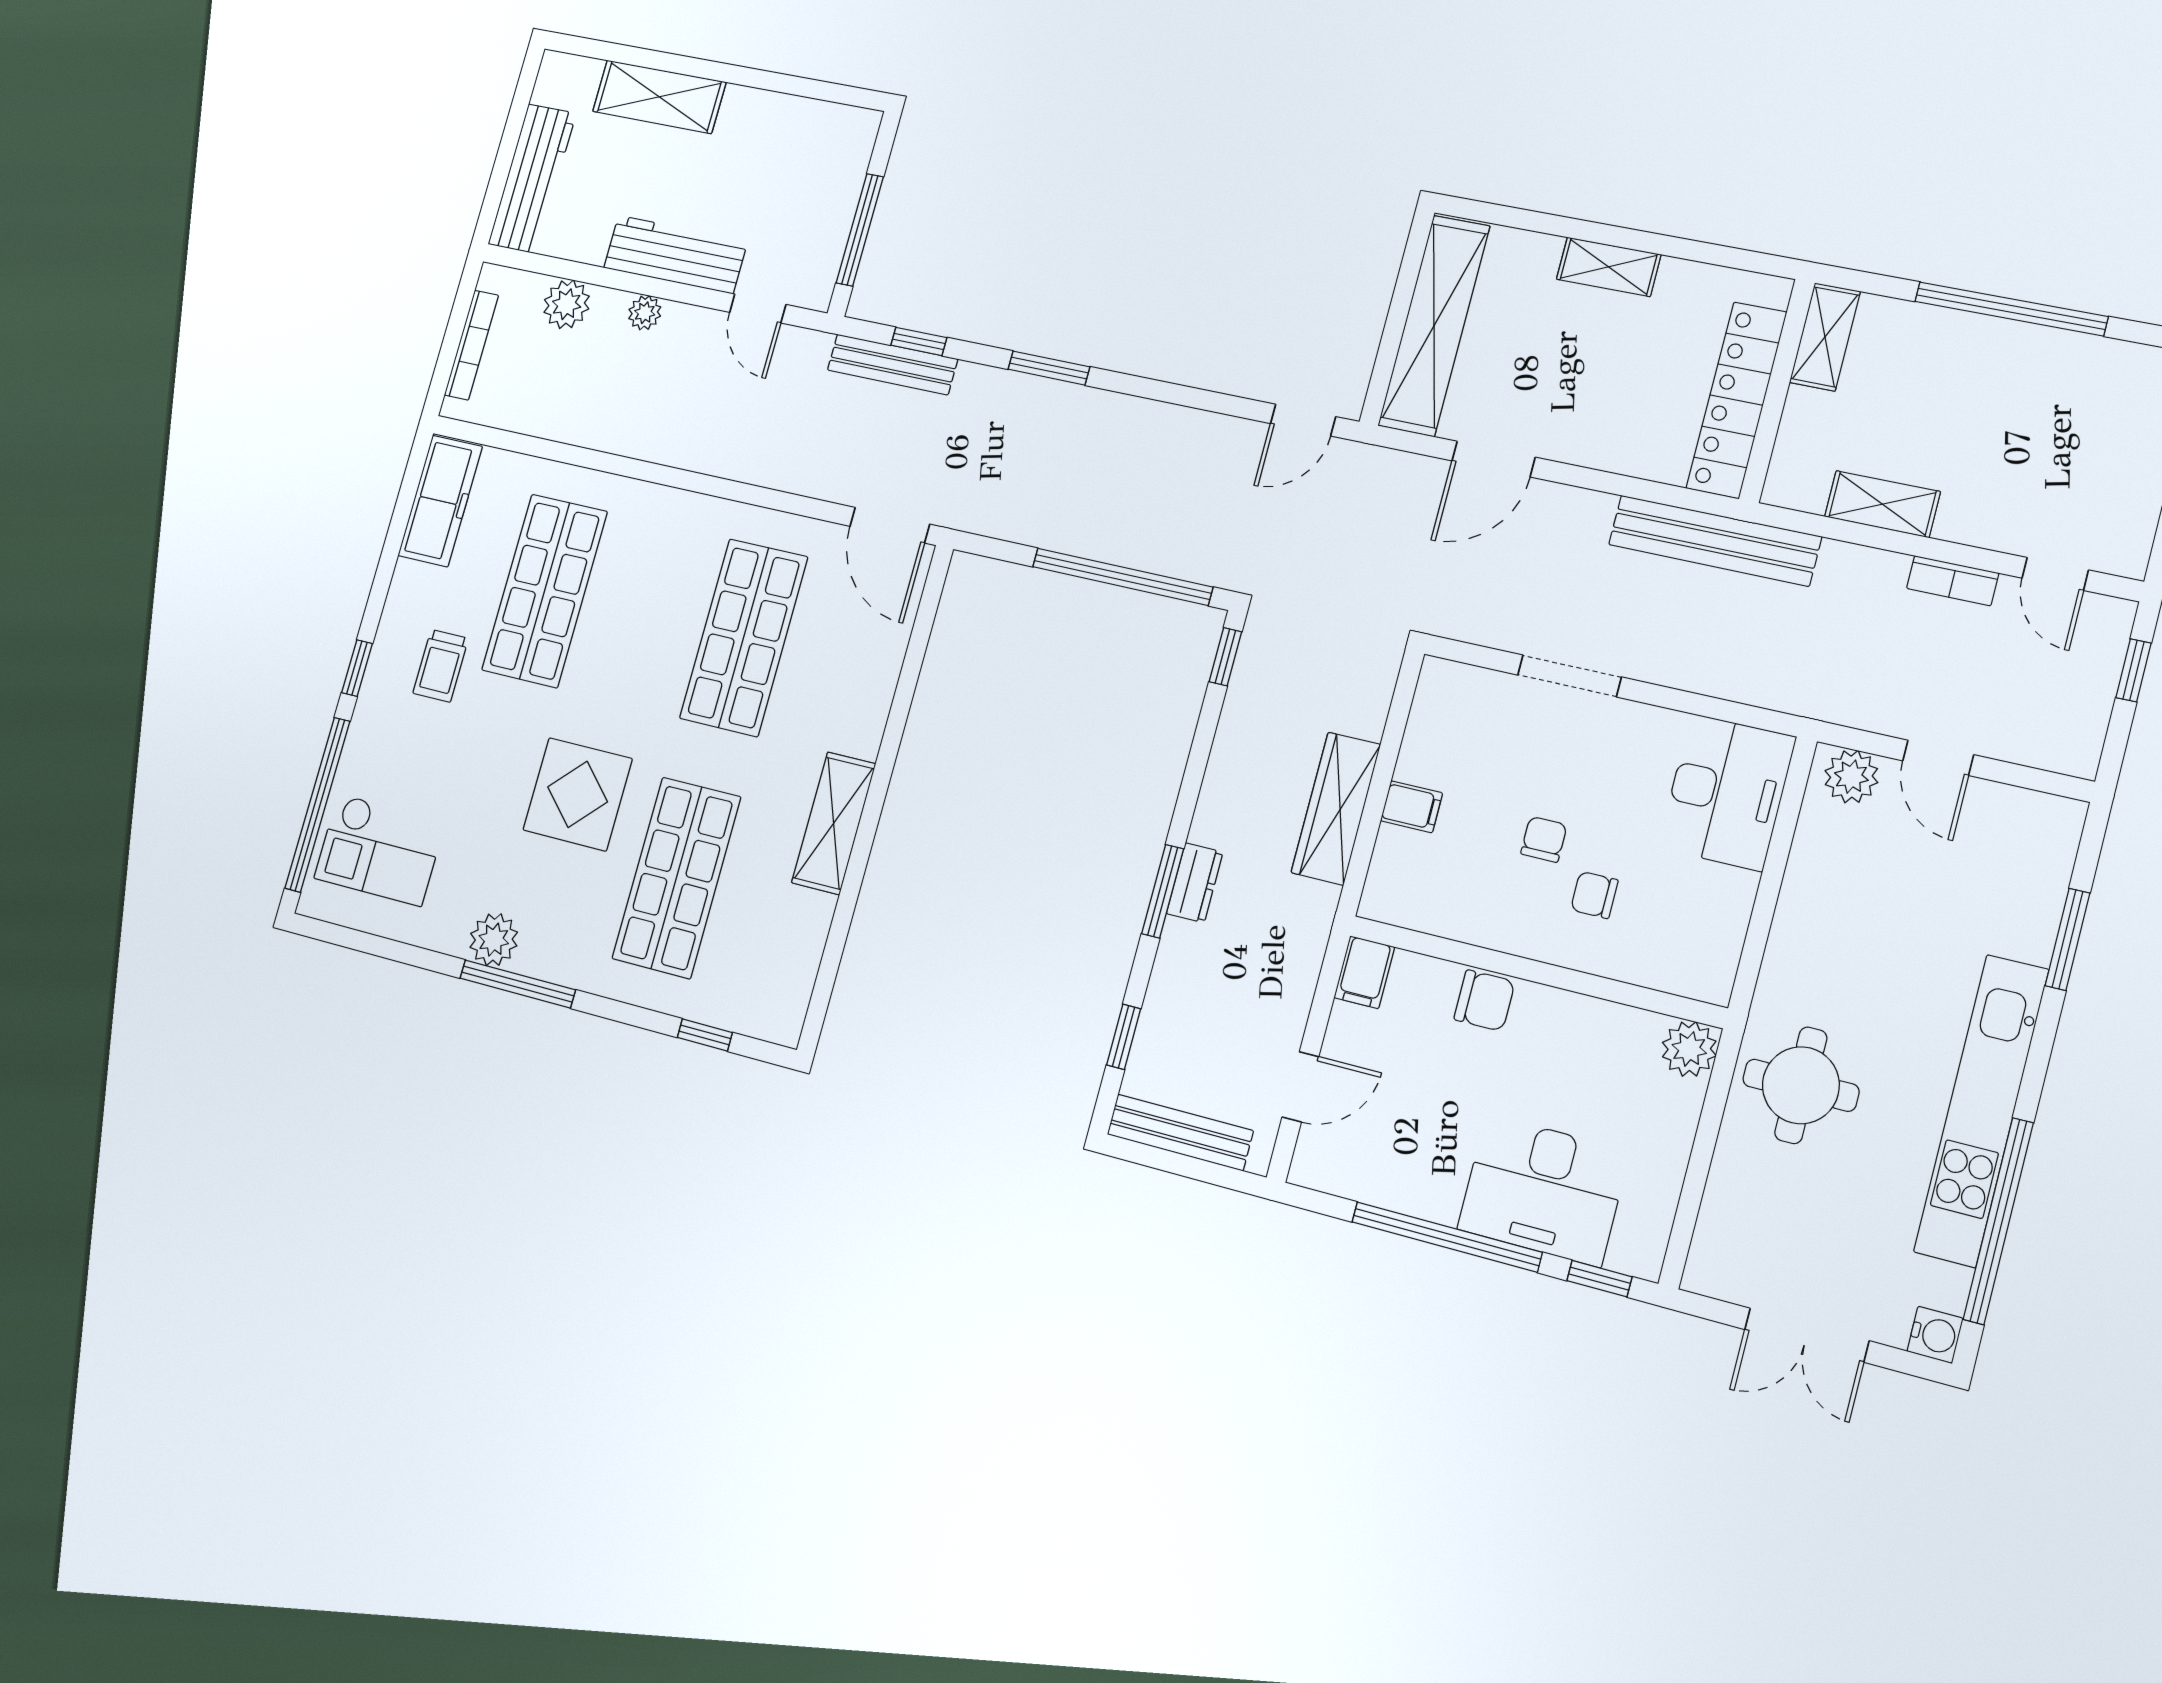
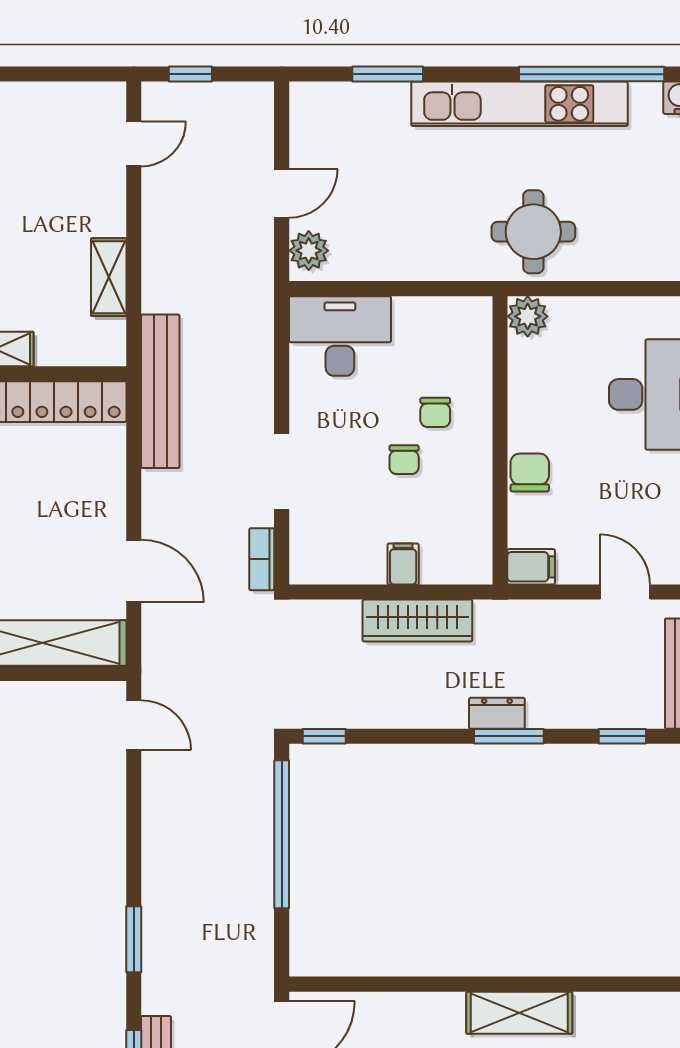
bookcase: (1953, 581) -> (262, 559), moved, turned 180
chair: (1544, 839) -> (404, 460), turned -90

